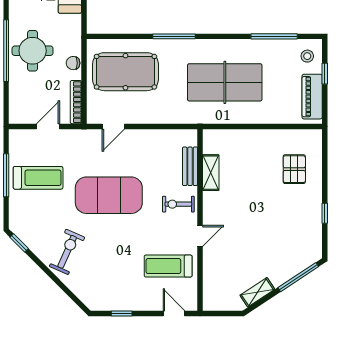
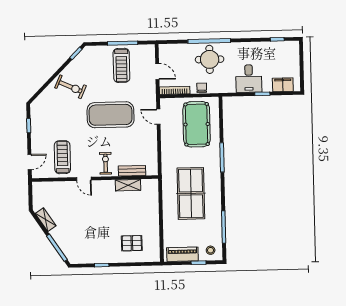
exercise mat: (109, 195) -> (111, 115), turned 90

